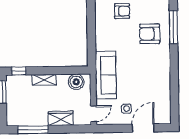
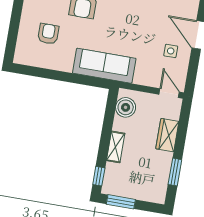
sofa: (106, 75) -> (104, 66), moved
window: (33, 130) -> (175, 172), width x0.69

